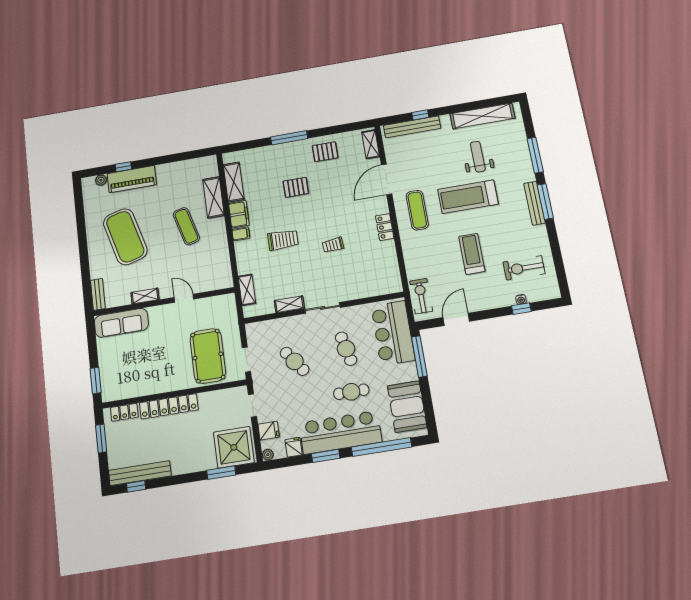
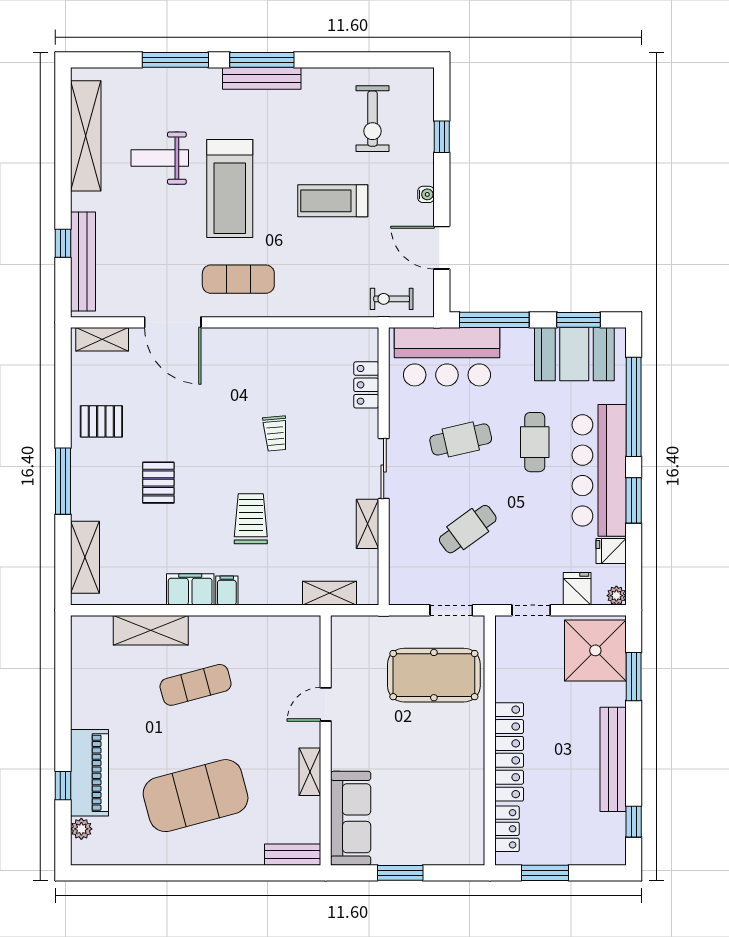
pallet: (325, 152) -> (101, 421), turned 90
shelving: (234, 182) -> (85, 557), moved, turned 90
locker: (385, 227) -> (366, 385), moved, turned 90
exercise bike: (421, 296) -> (392, 299), width x0.73, depth x0.72
water cooler: (521, 299) -> (426, 194), moved
window: (96, 381) -> (400, 873), moved
window: (428, 406) -> (579, 320), added
bench: (140, 473) -> (613, 759), moved

